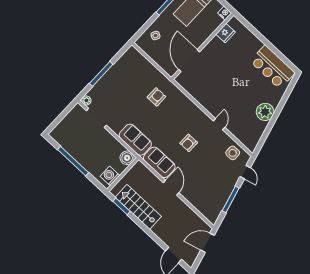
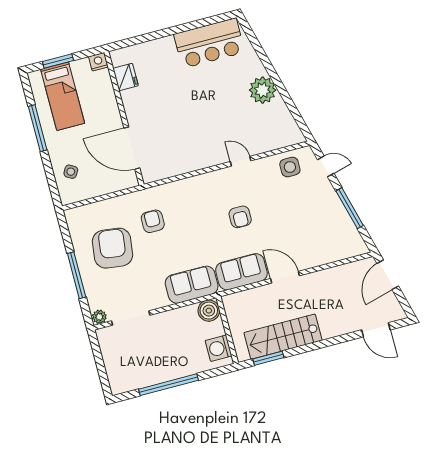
armchair: (128, 84) -> (112, 248), added

